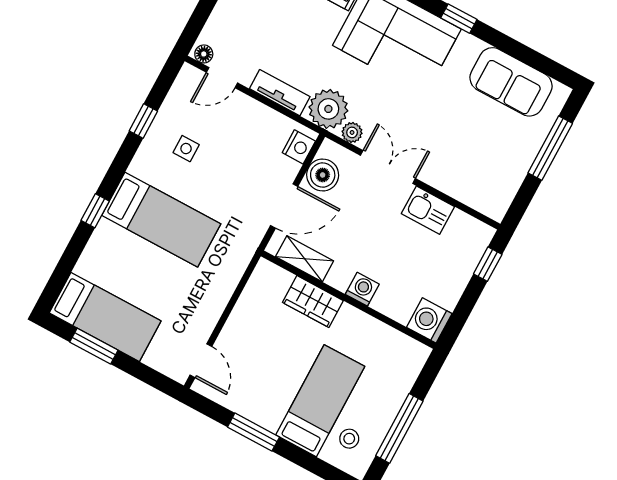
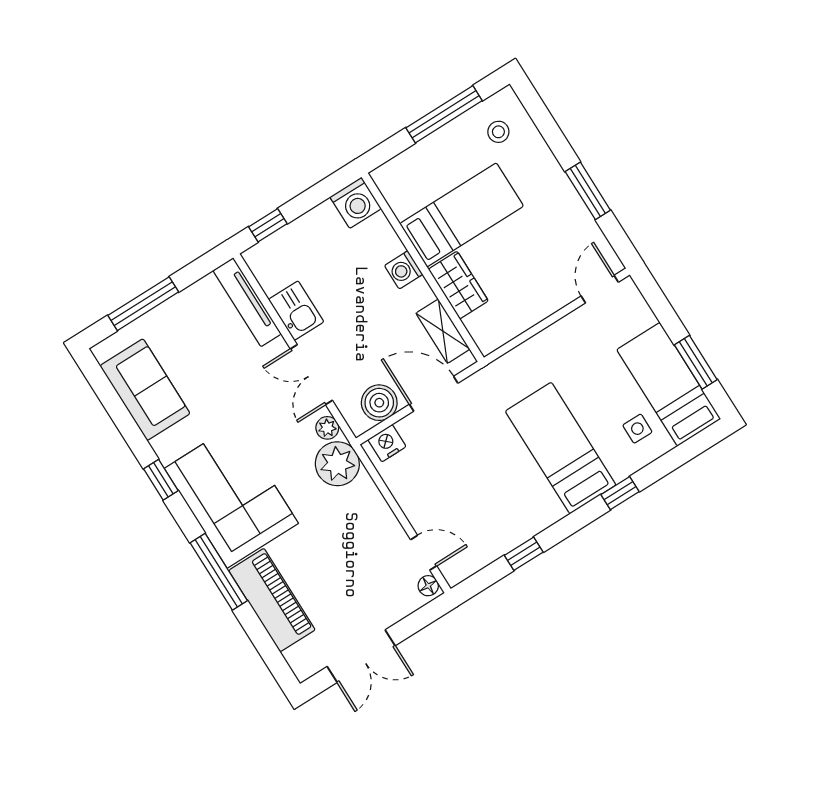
tv unit: (280, 93) -> (247, 302), moved, width x1.41
side table: (186, 149) -> (637, 429), moved
bed: (320, 401) -> (462, 215), moved, turned 180

